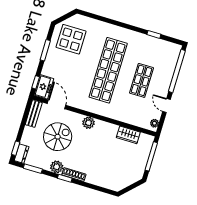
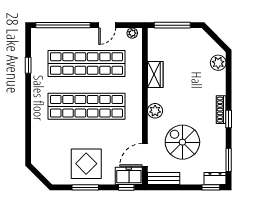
display table: (71, 39) -> (86, 164), moved
shop shelf: (142, 80) -> (87, 63), width x2.00, depth x1.36
wardrobe: (128, 135) -> (155, 74), moved
plant: (57, 167) -> (218, 63), moved

